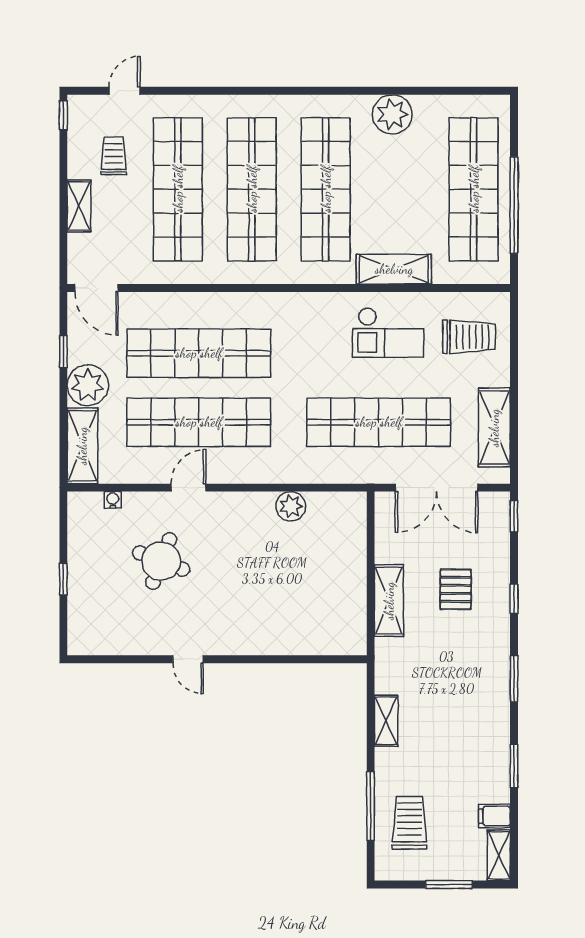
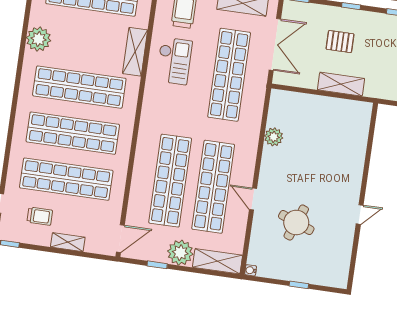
trolley: (114, 156) -> (40, 216), turned 180
water cooler: (113, 500) -> (251, 270), moved

